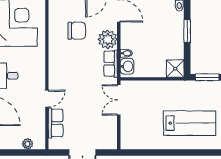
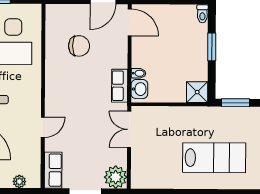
plant: (108, 39) -> (116, 177), moved
row of seats: (56, 123) -> (53, 170), moved

